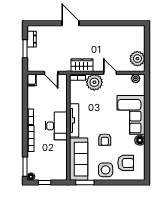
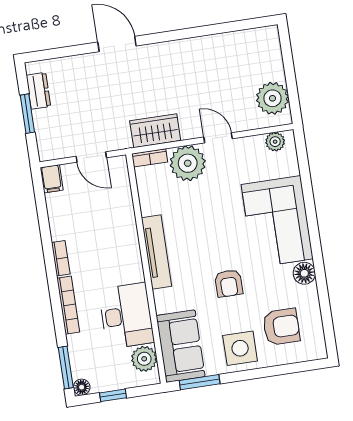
desk: (56, 126) -> (126, 316), moved
sofa: (79, 159) -> (181, 346), width x0.73
plant: (61, 168) -> (144, 359), added

